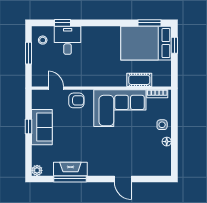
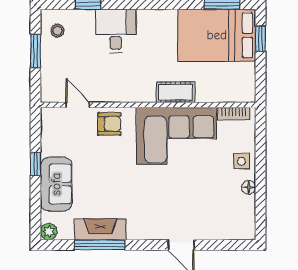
desk: (68, 40) -> (116, 31), moved
cot: (139, 80) -> (176, 92), moved
sofa: (42, 127) -> (56, 184), moved

